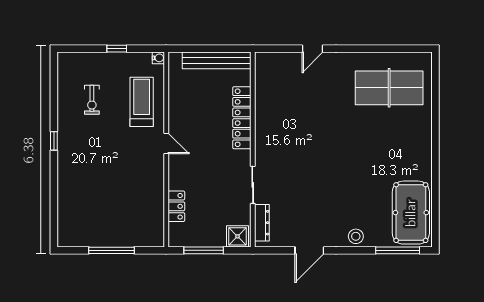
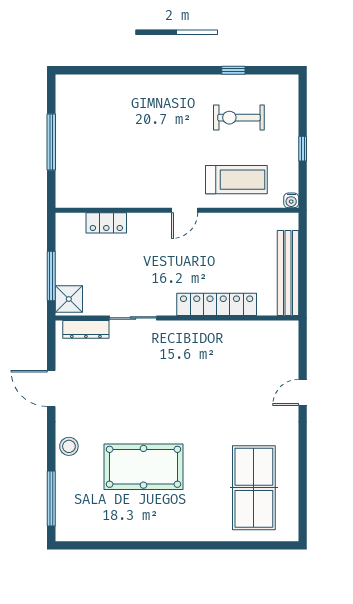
door: (312, 49) -> (303, 392), hinge flipped
exercise bike: (92, 100) -> (239, 118), width x1.38, depth x1.39
window: (54, 141) -> (233, 70), moved
pool table: (411, 213) -> (143, 467), moved
window: (204, 250) -> (51, 276), moved

